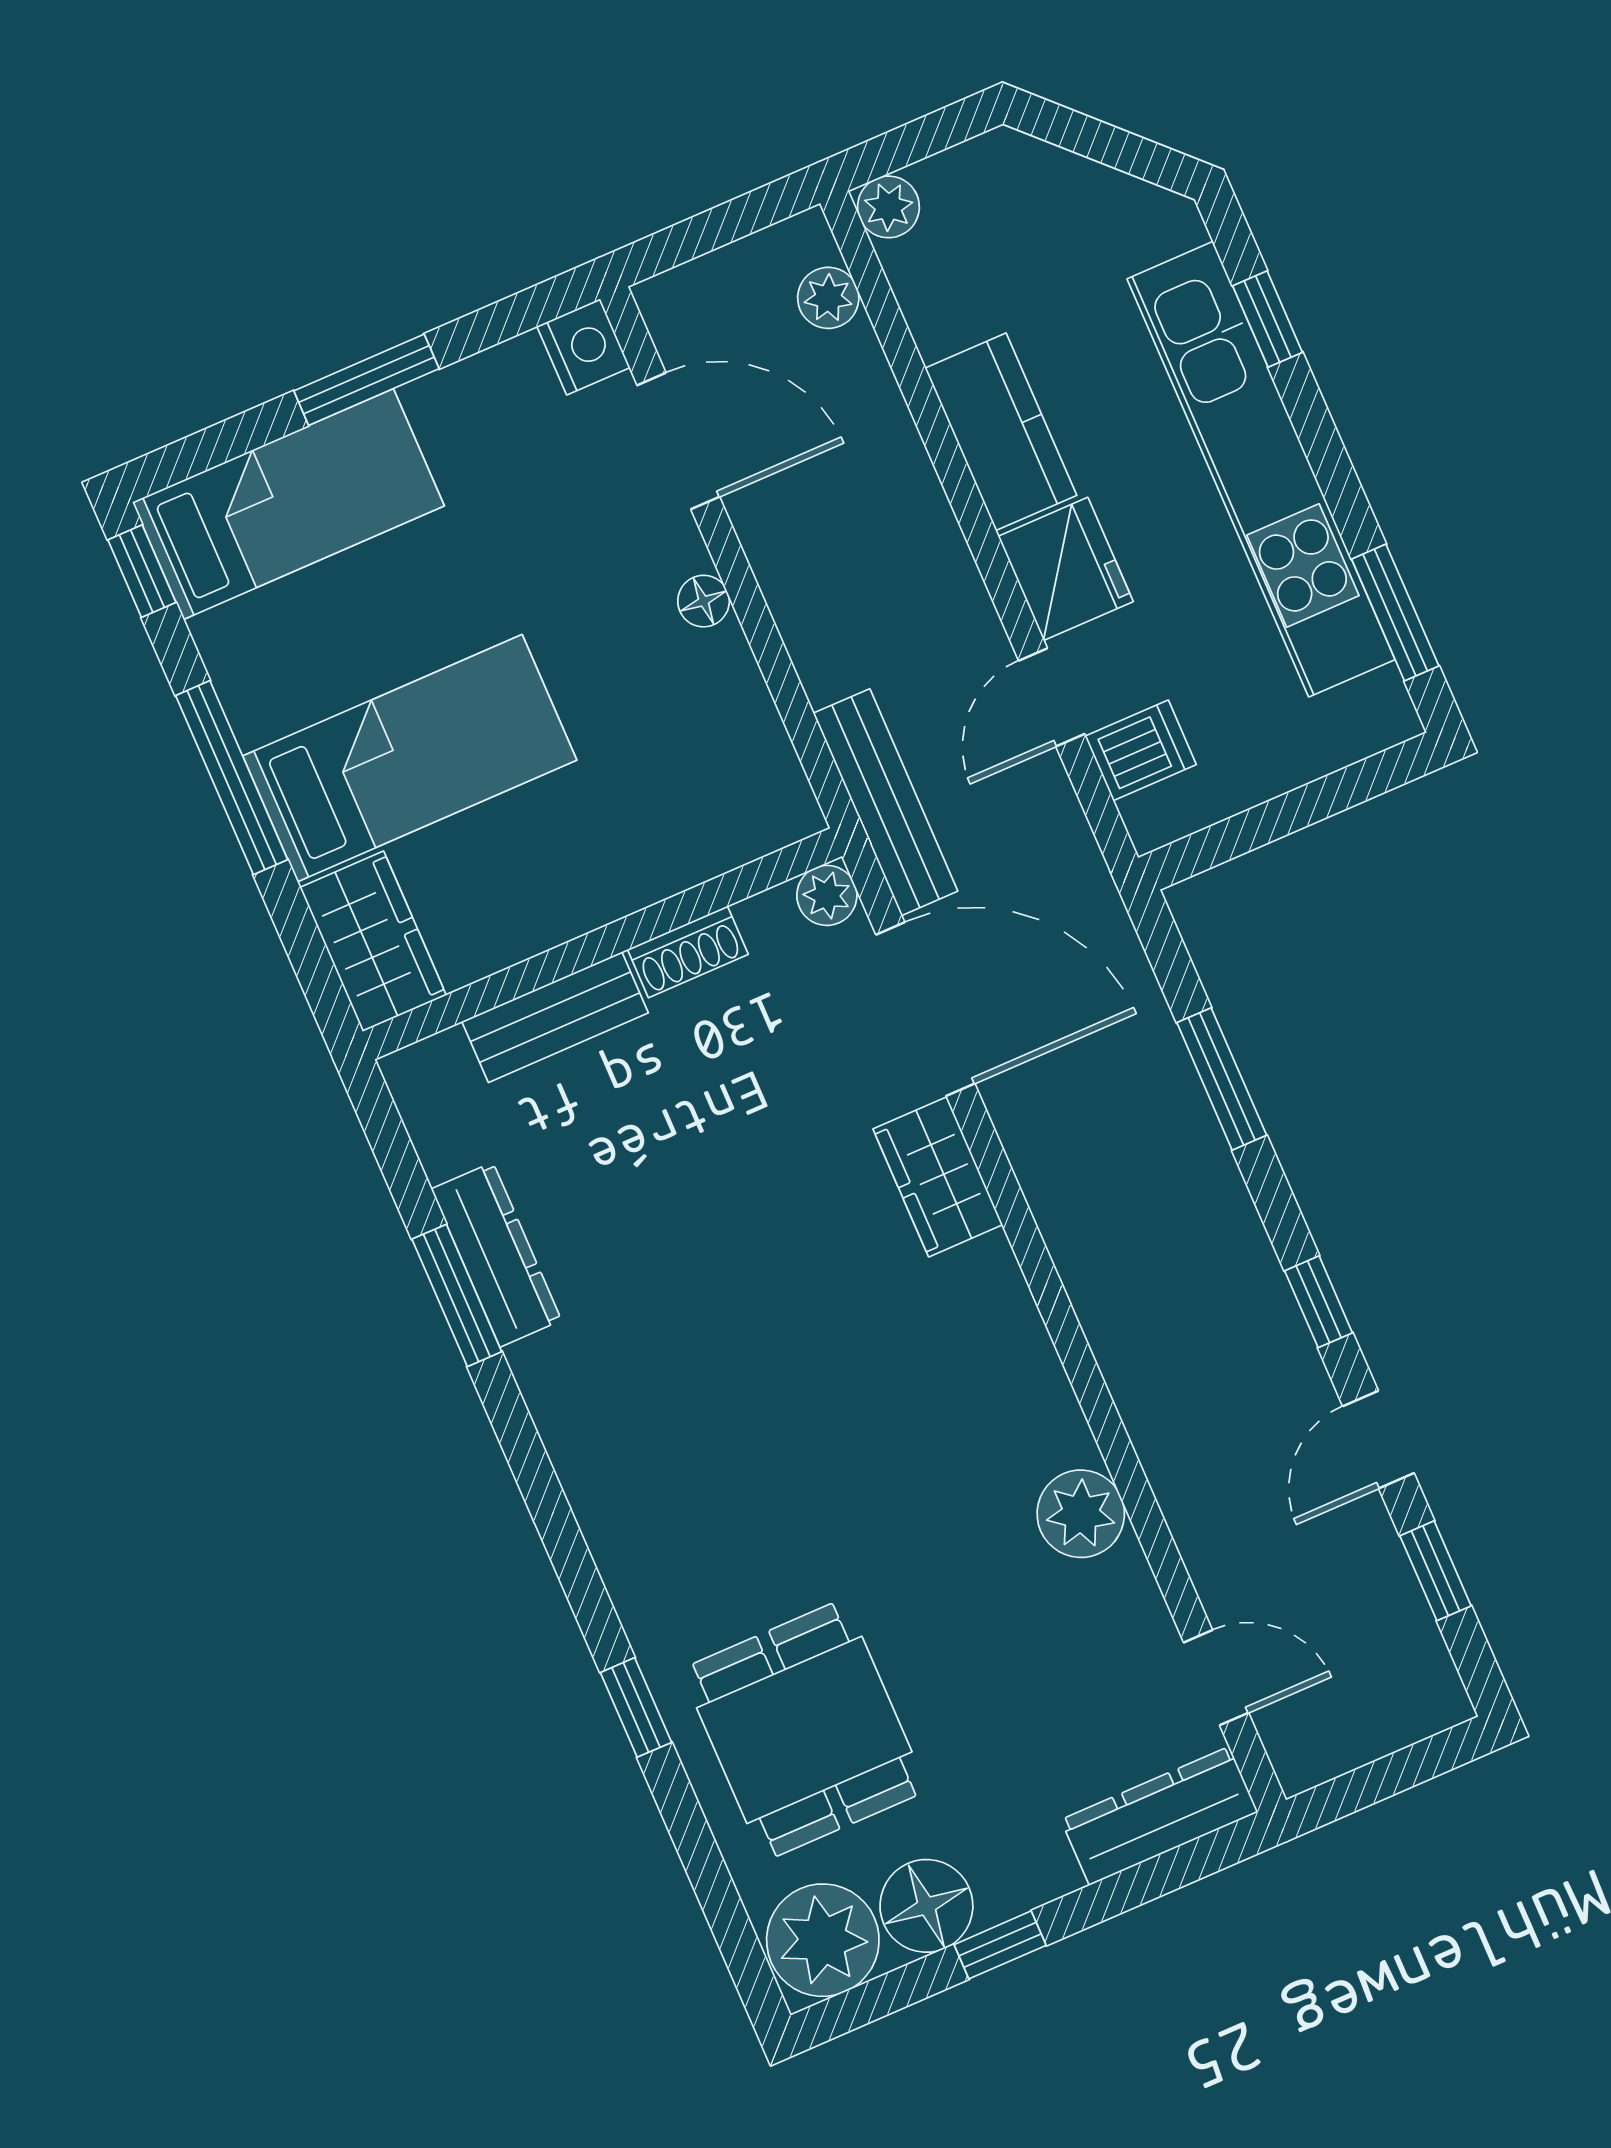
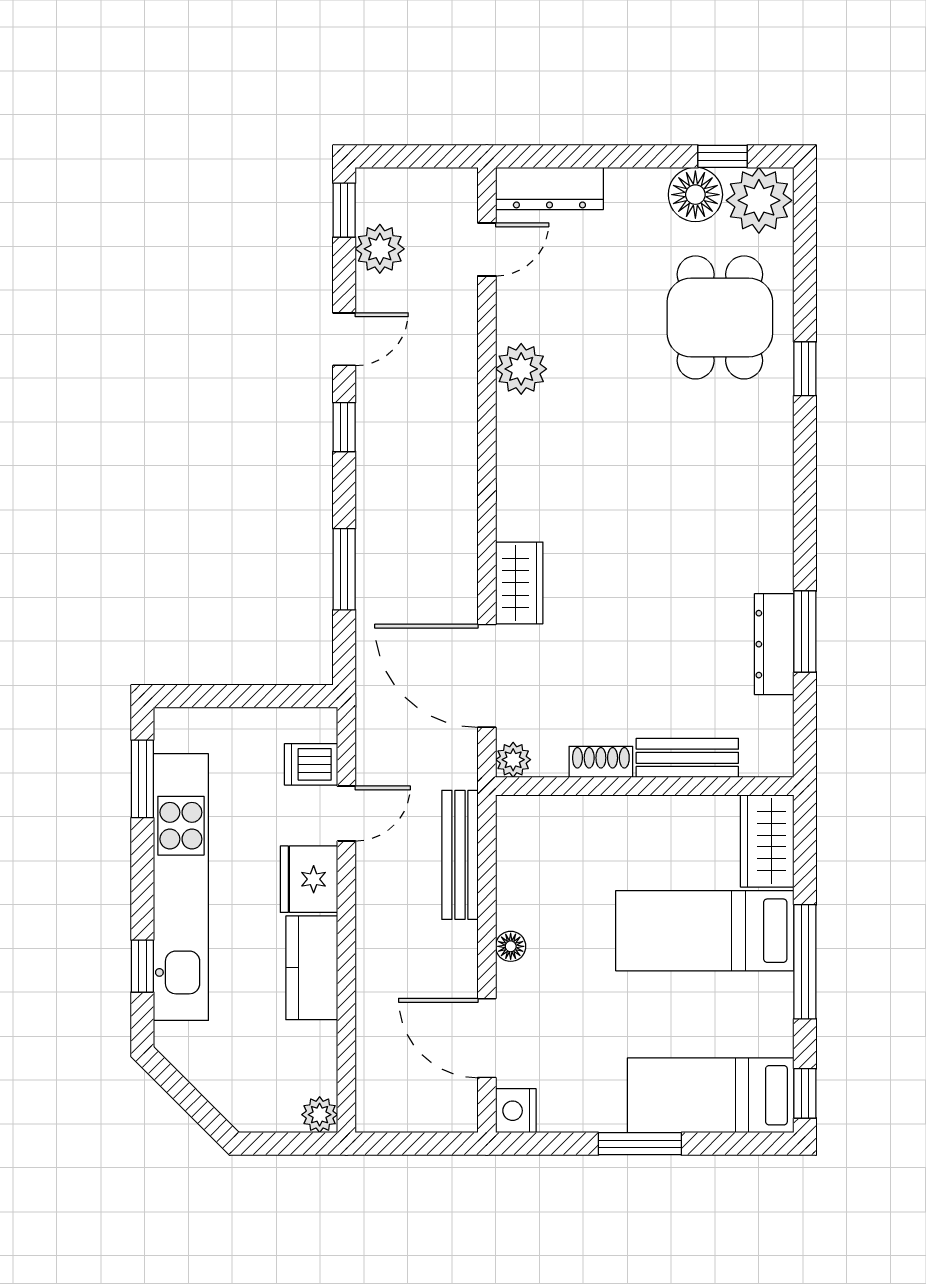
plant: (828, 298) -> (380, 249), moved, width x1.38, depth x1.38
bench: (886, 802) -> (460, 855), moved
window: (1436, 1571) -> (344, 210), moved
door: (1216, 1678) -> (487, 249), swing flipped
window: (1000, 1945) -> (723, 156), moved

